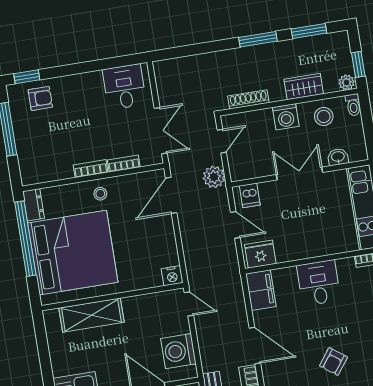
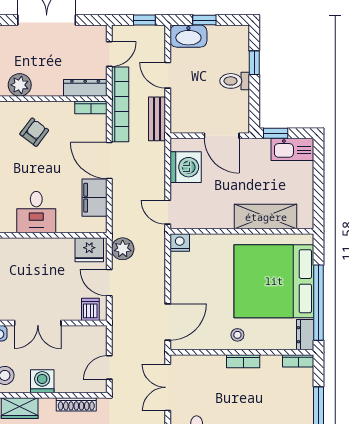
bookcase: (124, 164) -> (298, 361), moved
plant: (214, 177) -> (123, 249), moved
filing cabinet: (261, 290) -> (94, 198), moved

